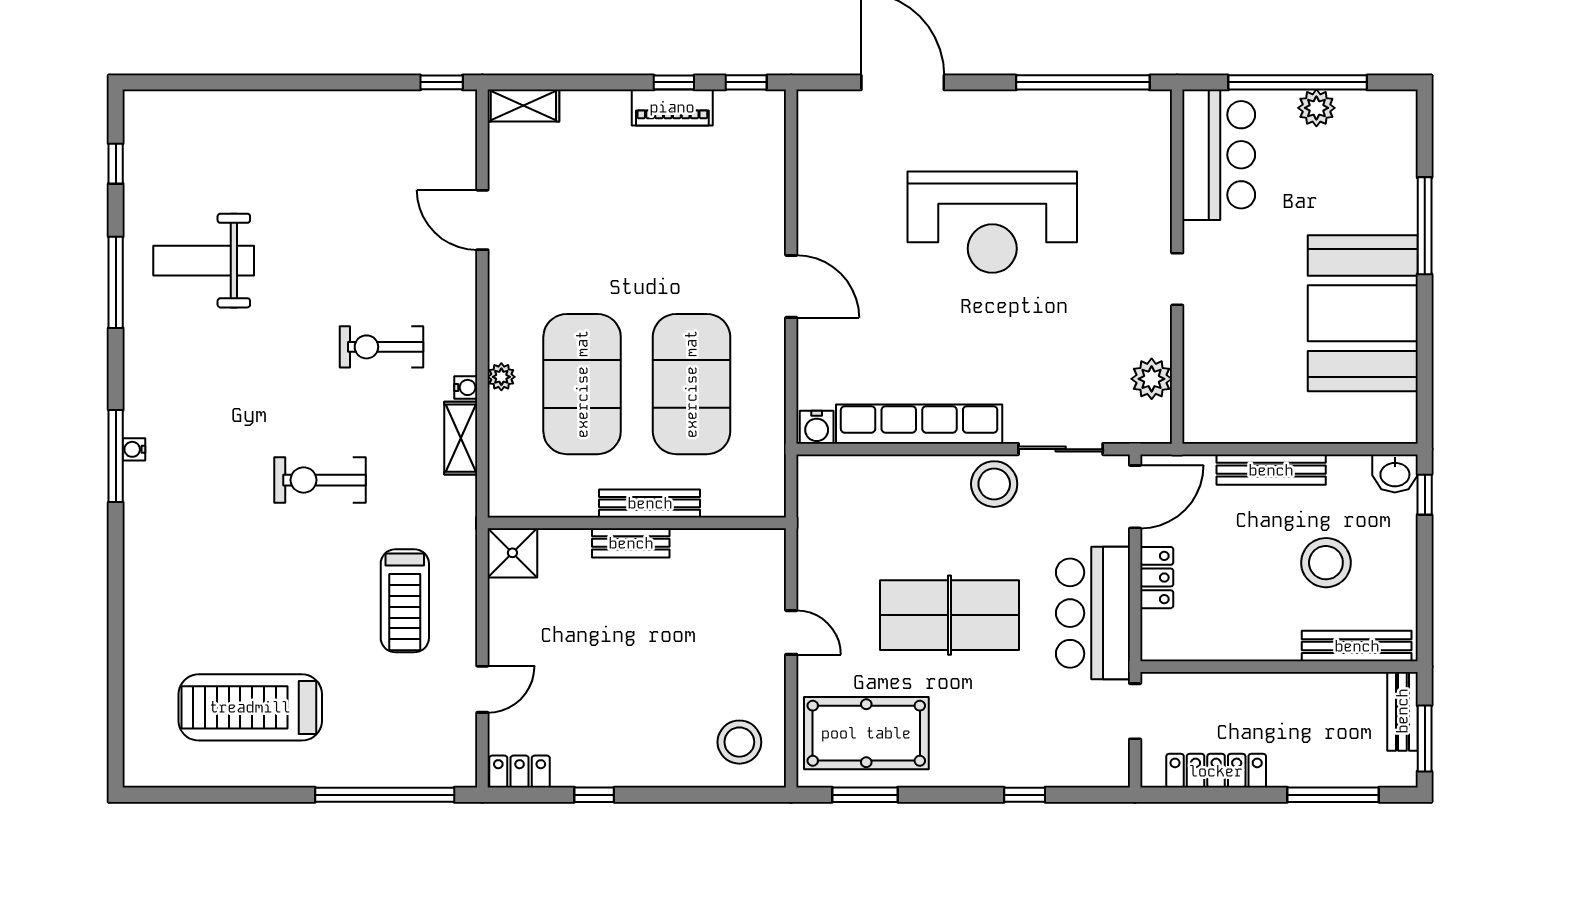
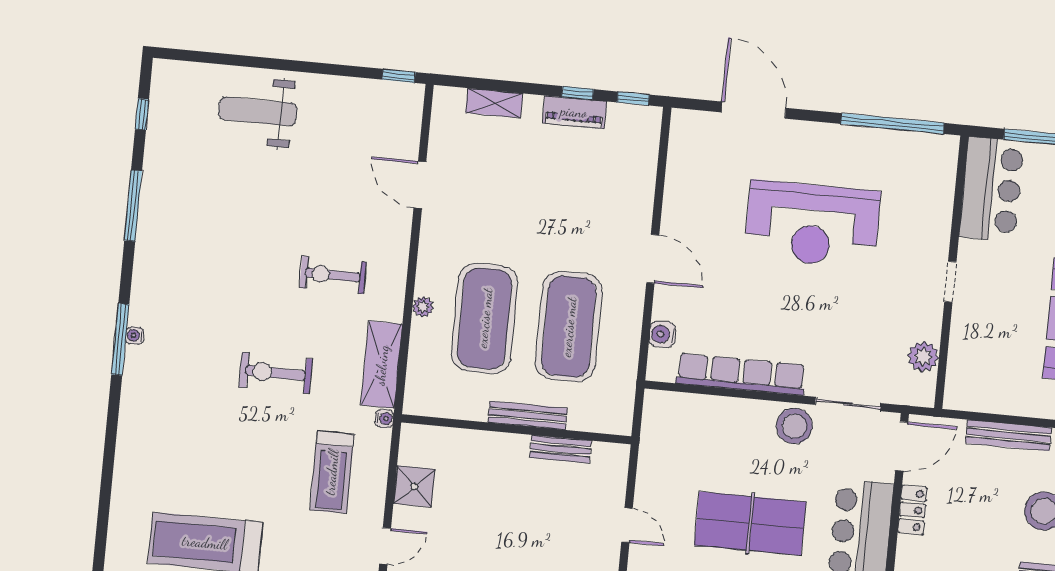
shelving: (523, 106) -> (494, 103), moved
weight bench: (204, 261) -> (258, 111), moved
water cooler: (466, 387) -> (385, 418), moved
water cooler: (817, 427) -> (662, 334), moved, turned 90
shelving: (461, 438) -> (382, 365), width x1.50, depth x1.33
bench: (631, 543) -> (560, 449), moved
shower: (512, 553) -> (414, 486), moved

